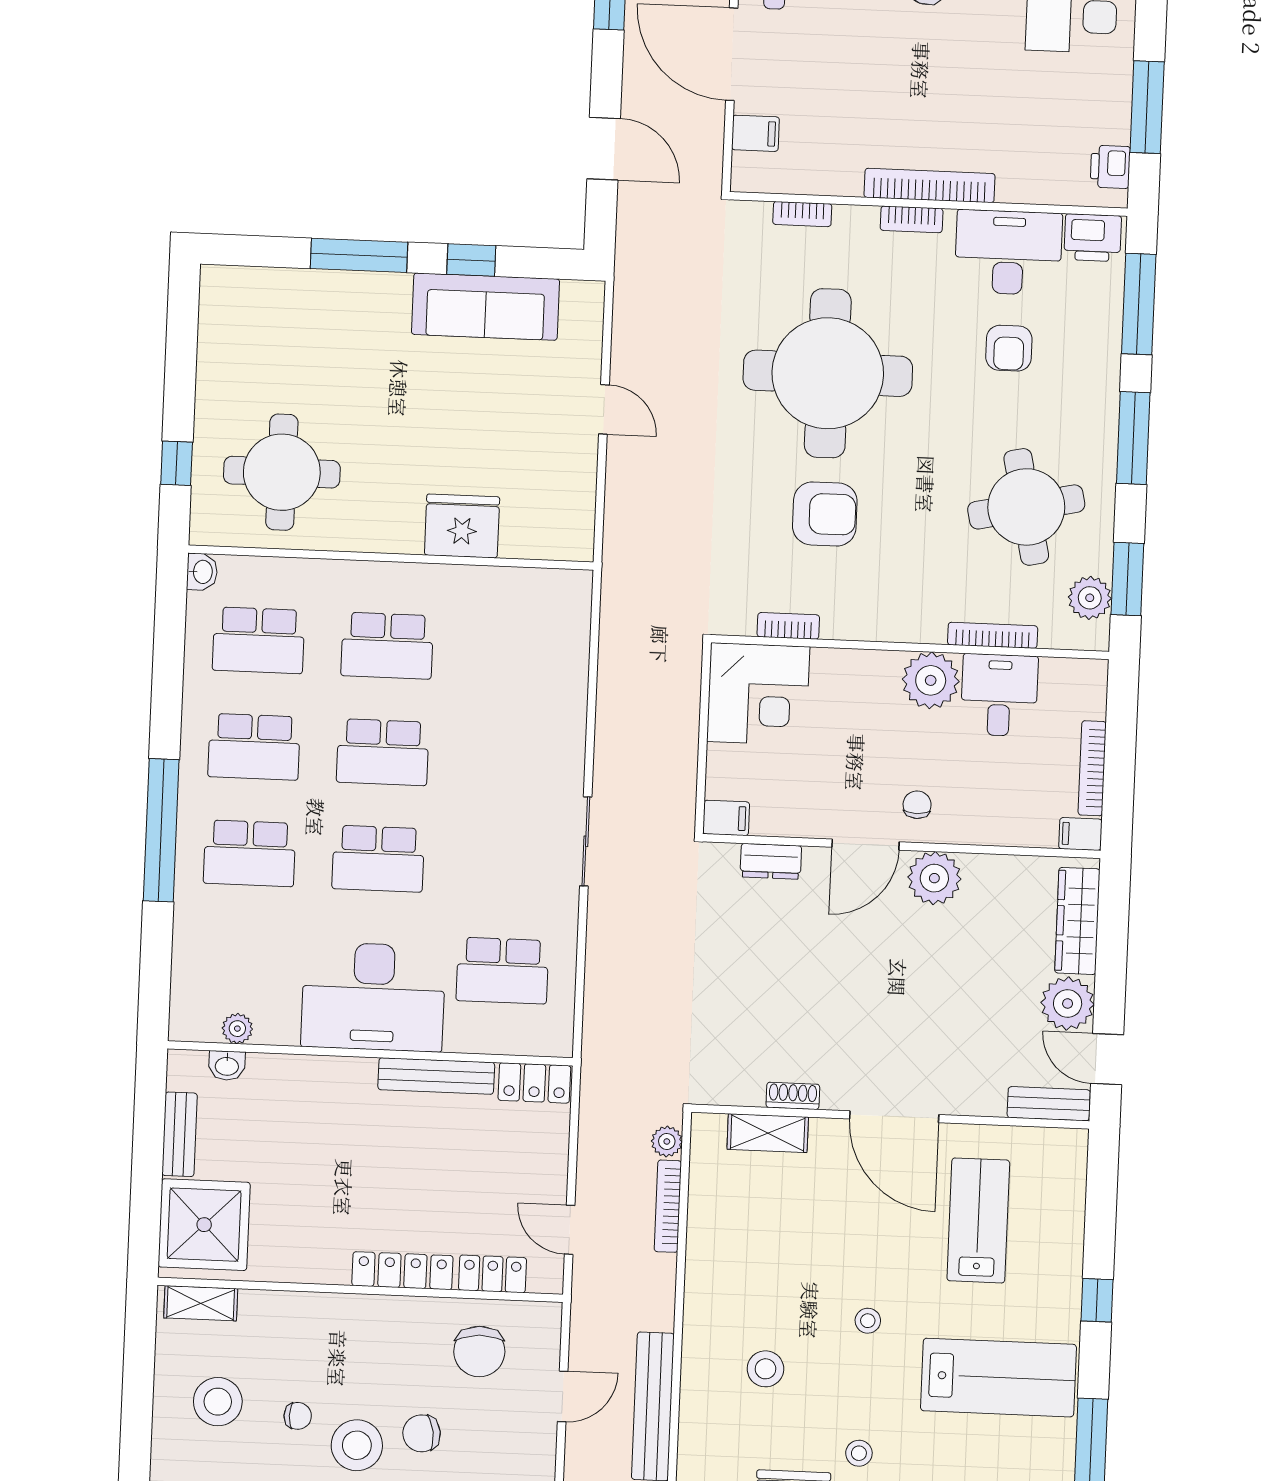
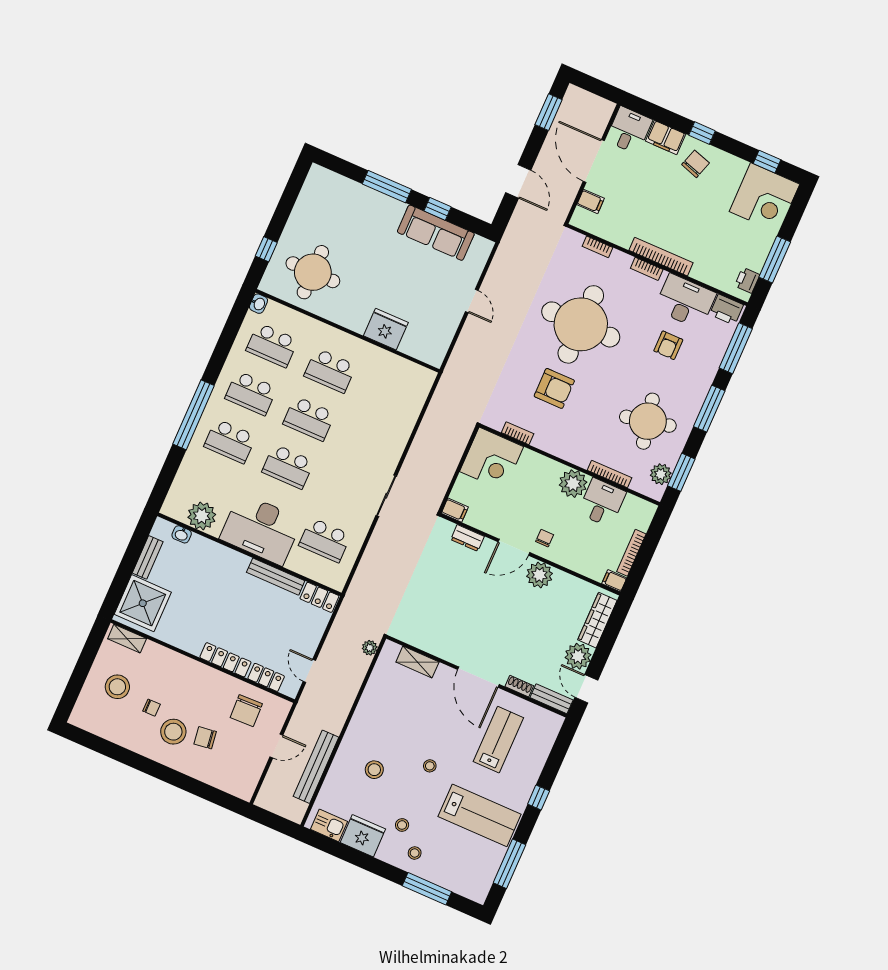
plant: (237, 1029) -> (202, 516), width x1.87, depth x1.87
shoe rack: (793, 1096) -> (519, 686), moved
bookcase: (668, 1206) -> (359, 678), removed

